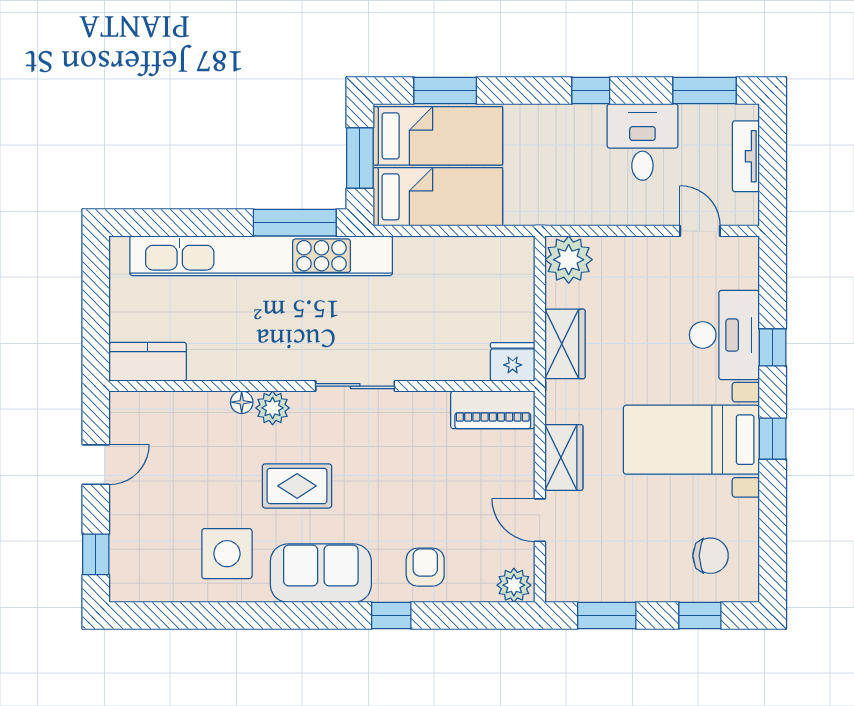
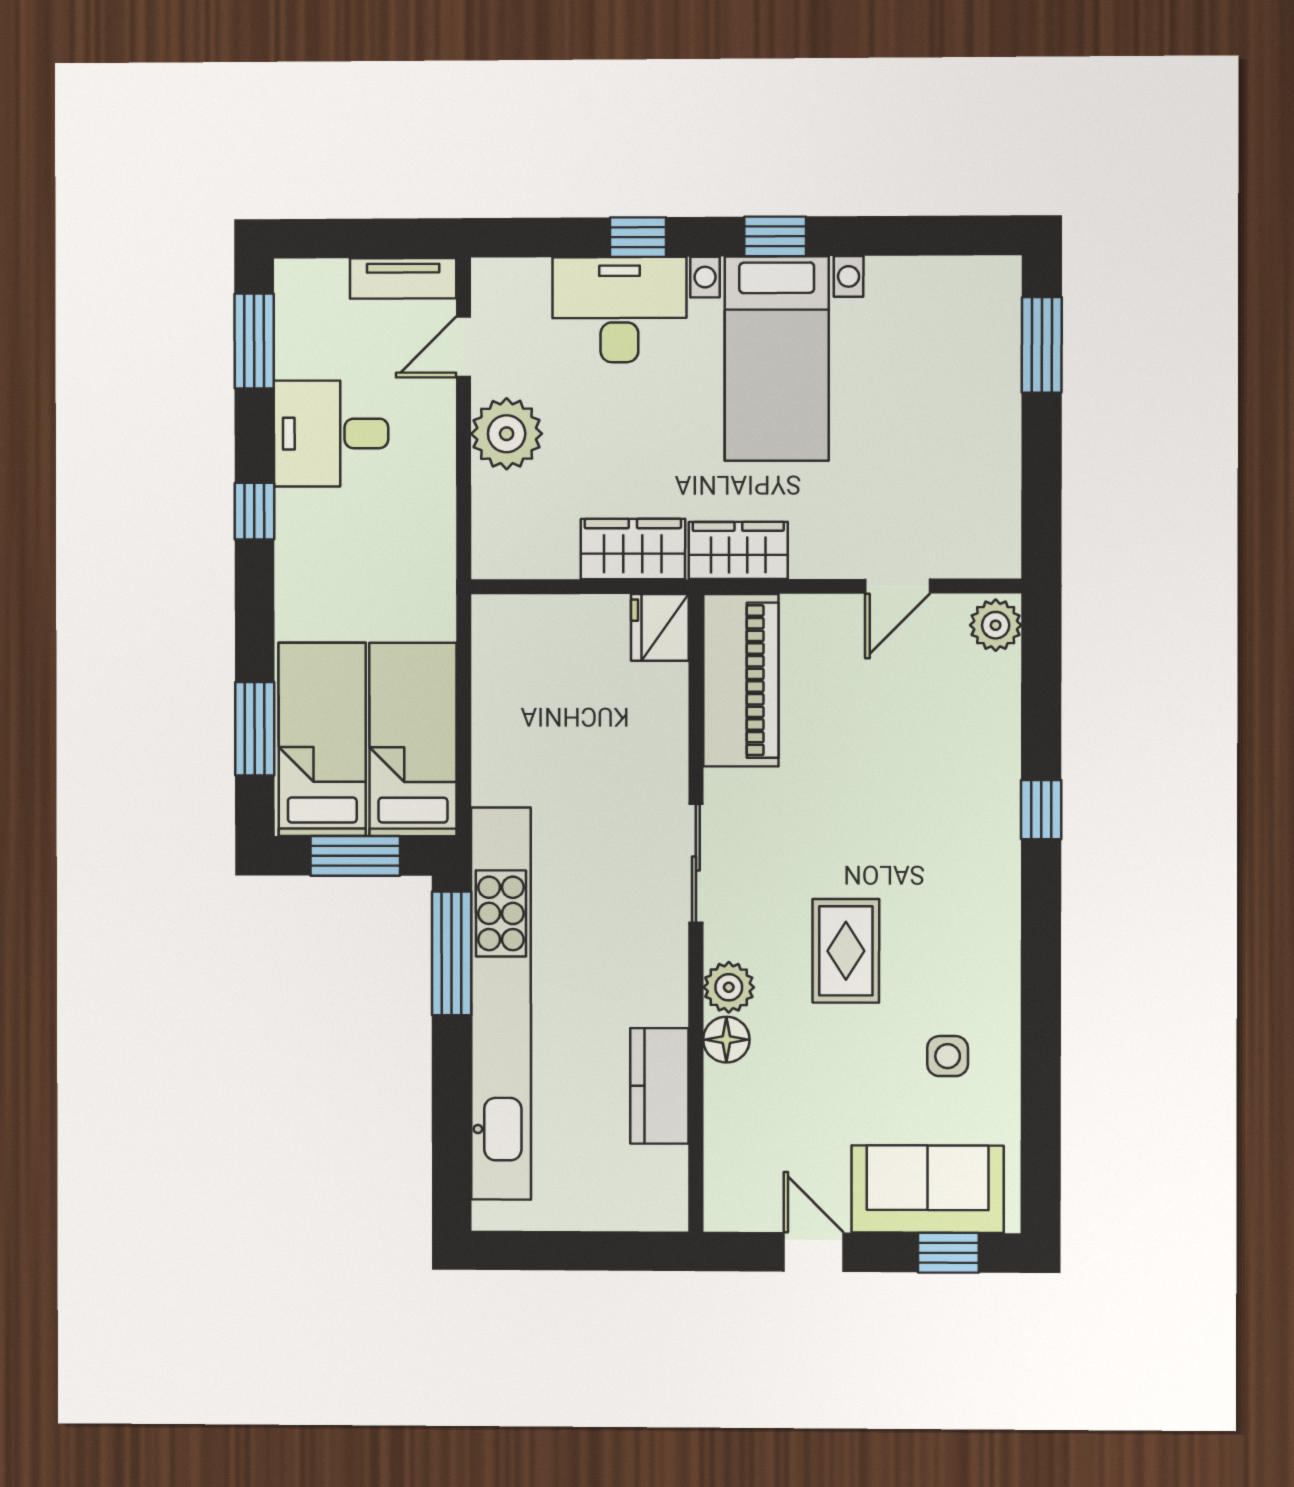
tv unit: (746, 156) -> (403, 278), moved
plant: (569, 260) -> (507, 434), moved
kitchen counter: (148, 362) -> (659, 1086), moved
floor lamp: (242, 402) -> (726, 1040), width x1.37, depth x1.37
piano: (493, 410) -> (741, 680), width x1.37, depth x1.33
wardrobe: (564, 457) -> (738, 550), moved
side table: (227, 554) -> (948, 1056), width x0.54, depth x0.54
chair: (711, 556) -> (951, 329), removed
armchair: (425, 567) -> (968, 759), removed
sofa: (321, 573) -> (928, 1189), moved, turned 90
window: (607, 616) -> (1042, 485), removed
window: (700, 616) -> (1042, 345), width x1.50

